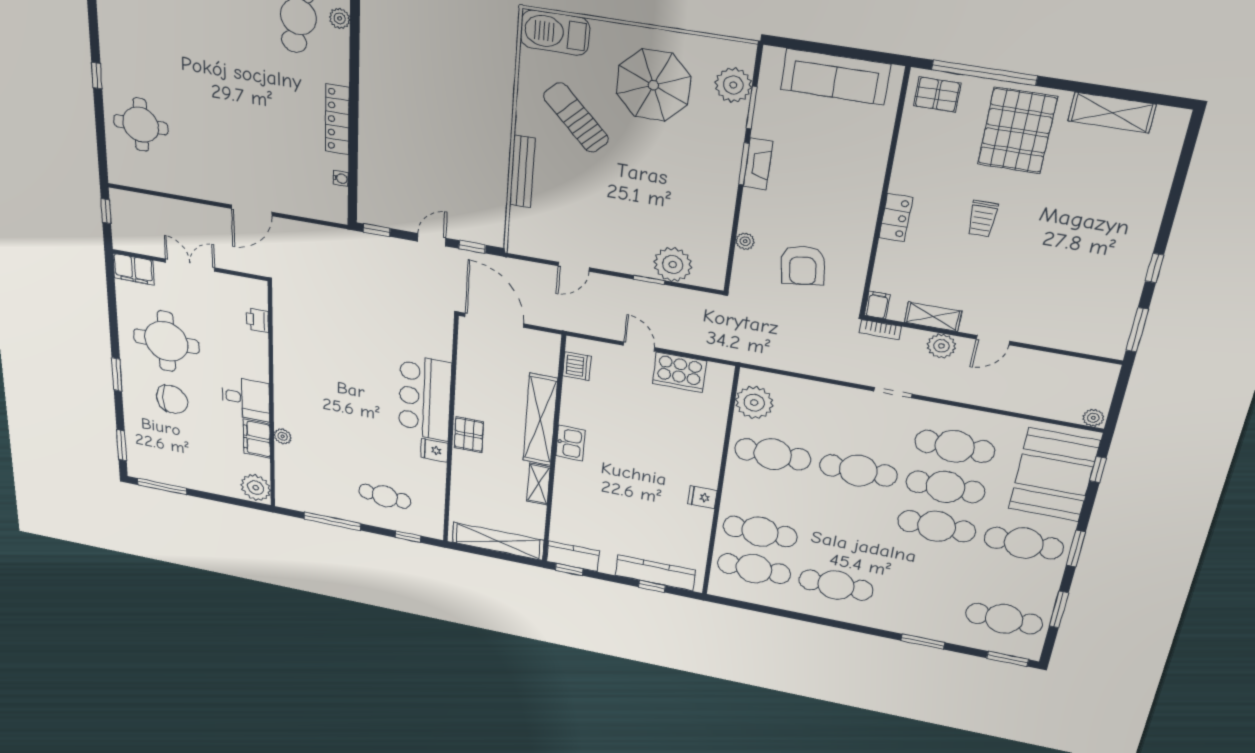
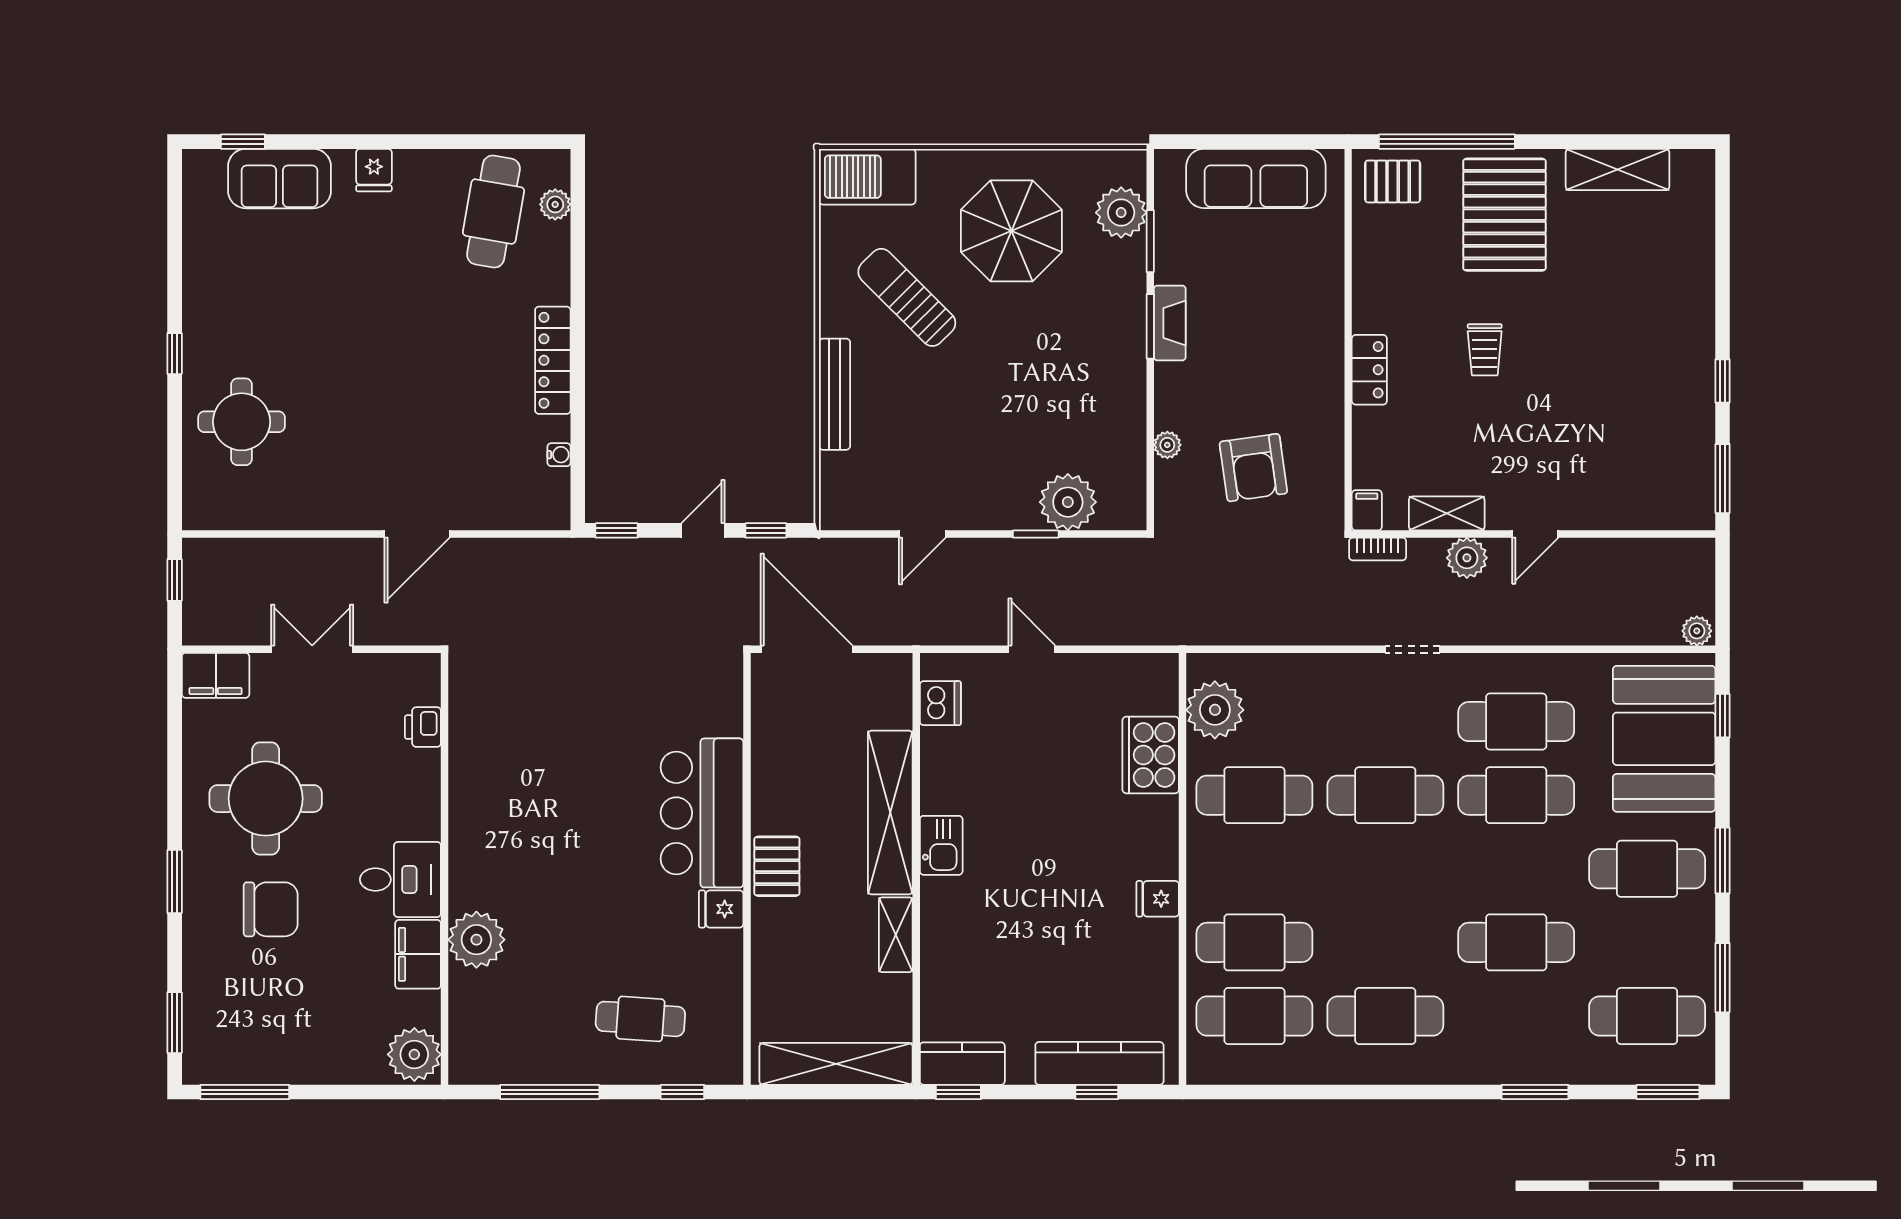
cooker: (679, 372) -> (1151, 755), moved, turned 90
plant: (283, 436) -> (476, 940), width x1.87, depth x1.87
cafe table: (936, 526) -> (1516, 942), moved

